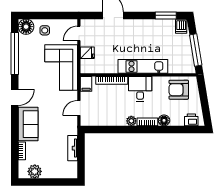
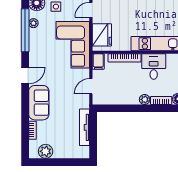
plant: (23, 46) -> (33, 23), added
fridge: (87, 53) -> (102, 35), width x1.88, depth x1.34
tv unit: (73, 148) -> (84, 127), width x1.41

